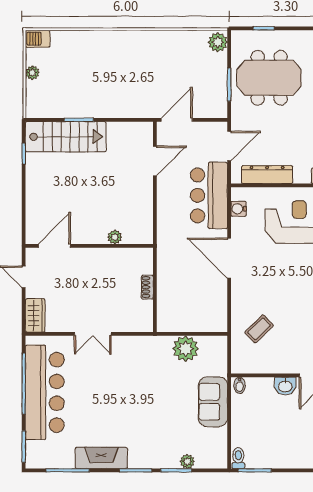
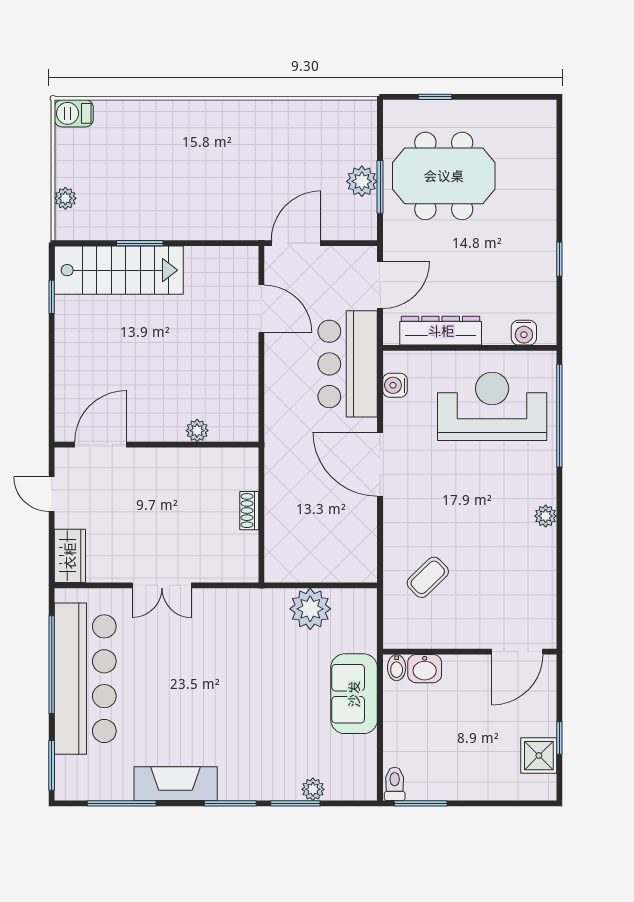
plant: (218, 42) -> (362, 181), moved
plant: (32, 73) -> (65, 198), moved
door: (155, 161) -> (261, 309), hinge flipped
washbasin: (285, 386) -> (425, 669), moved

